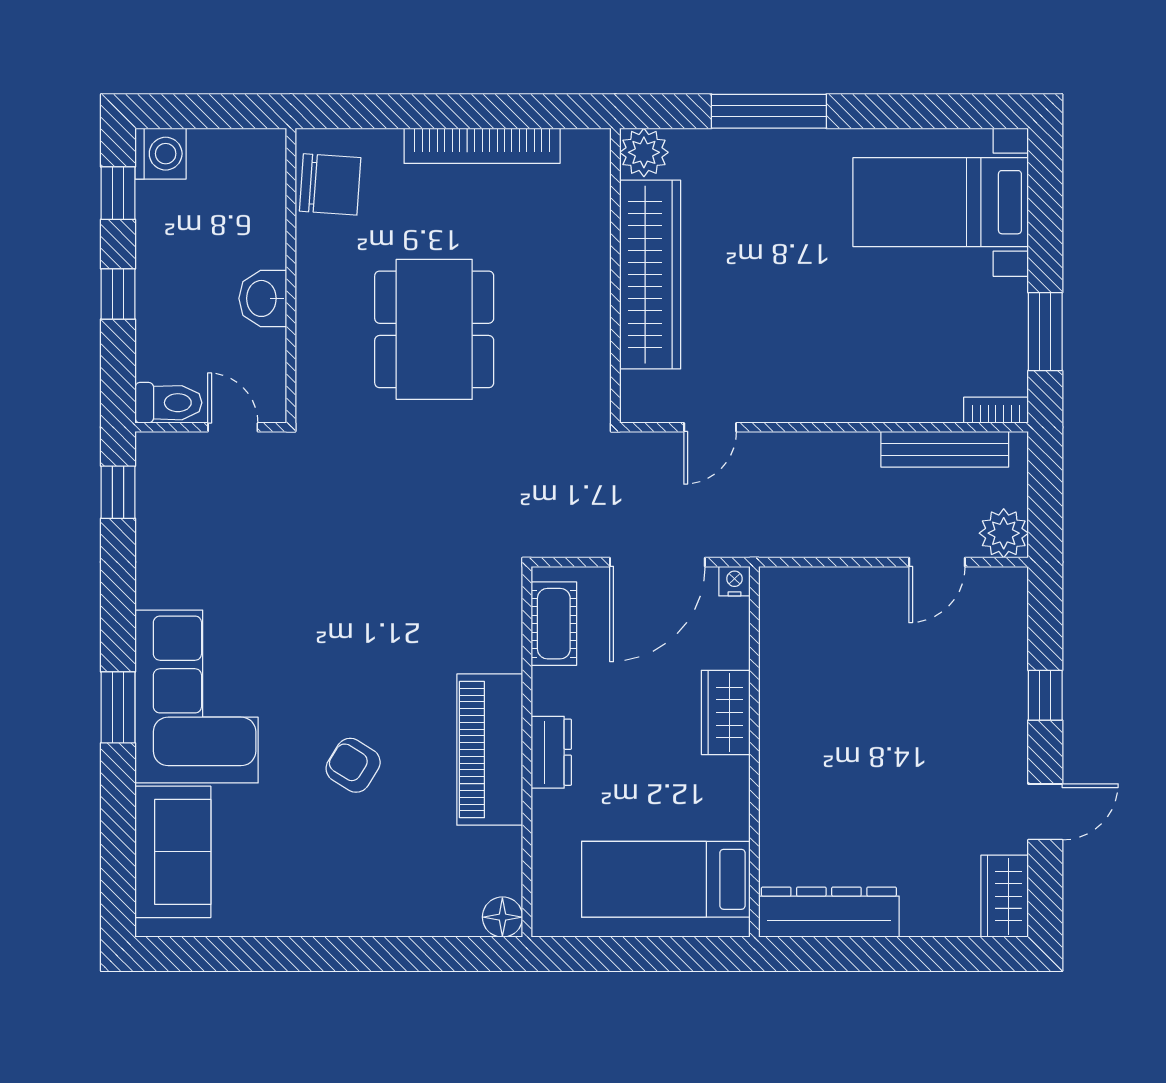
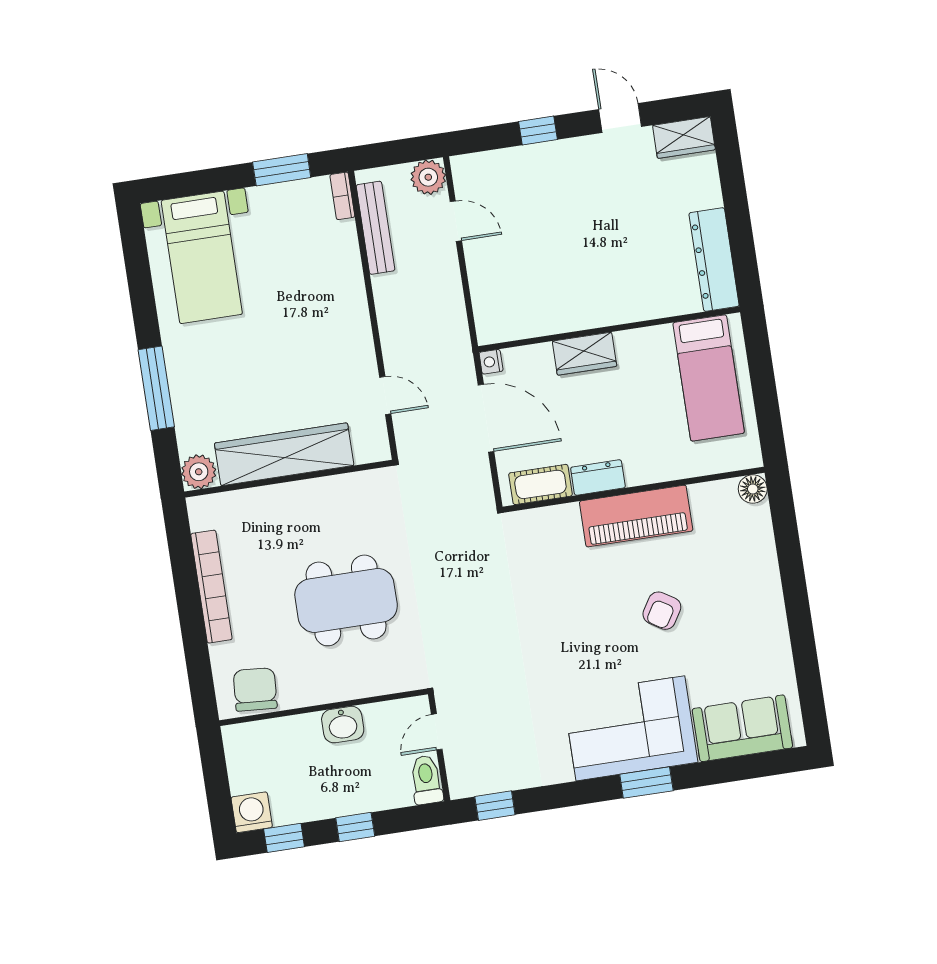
dresser: (551, 752) -> (598, 478), moved

